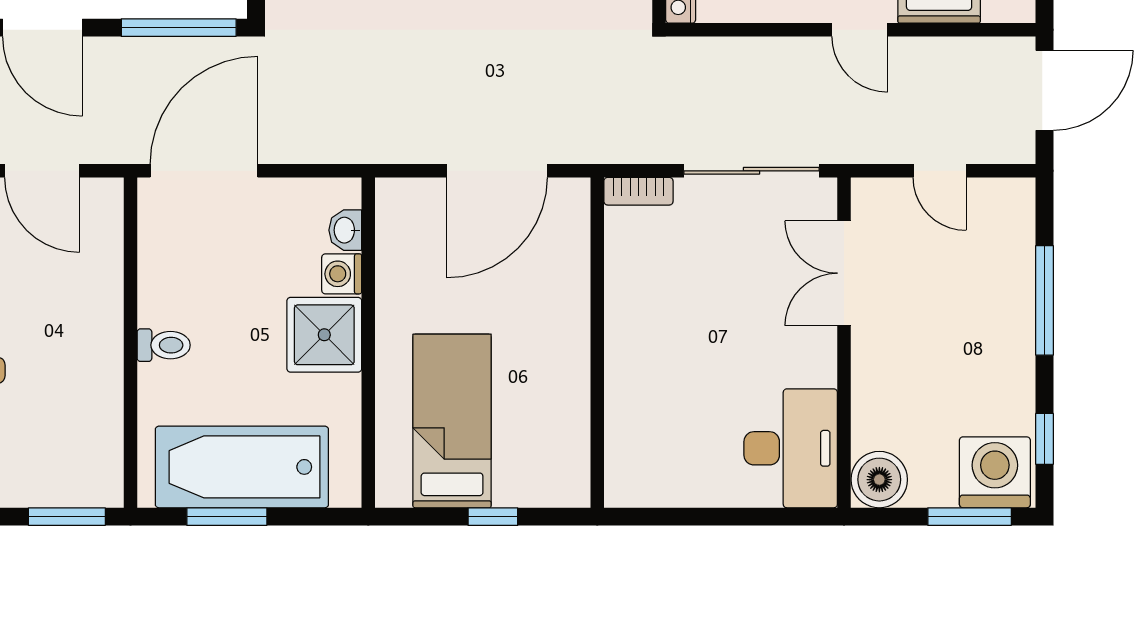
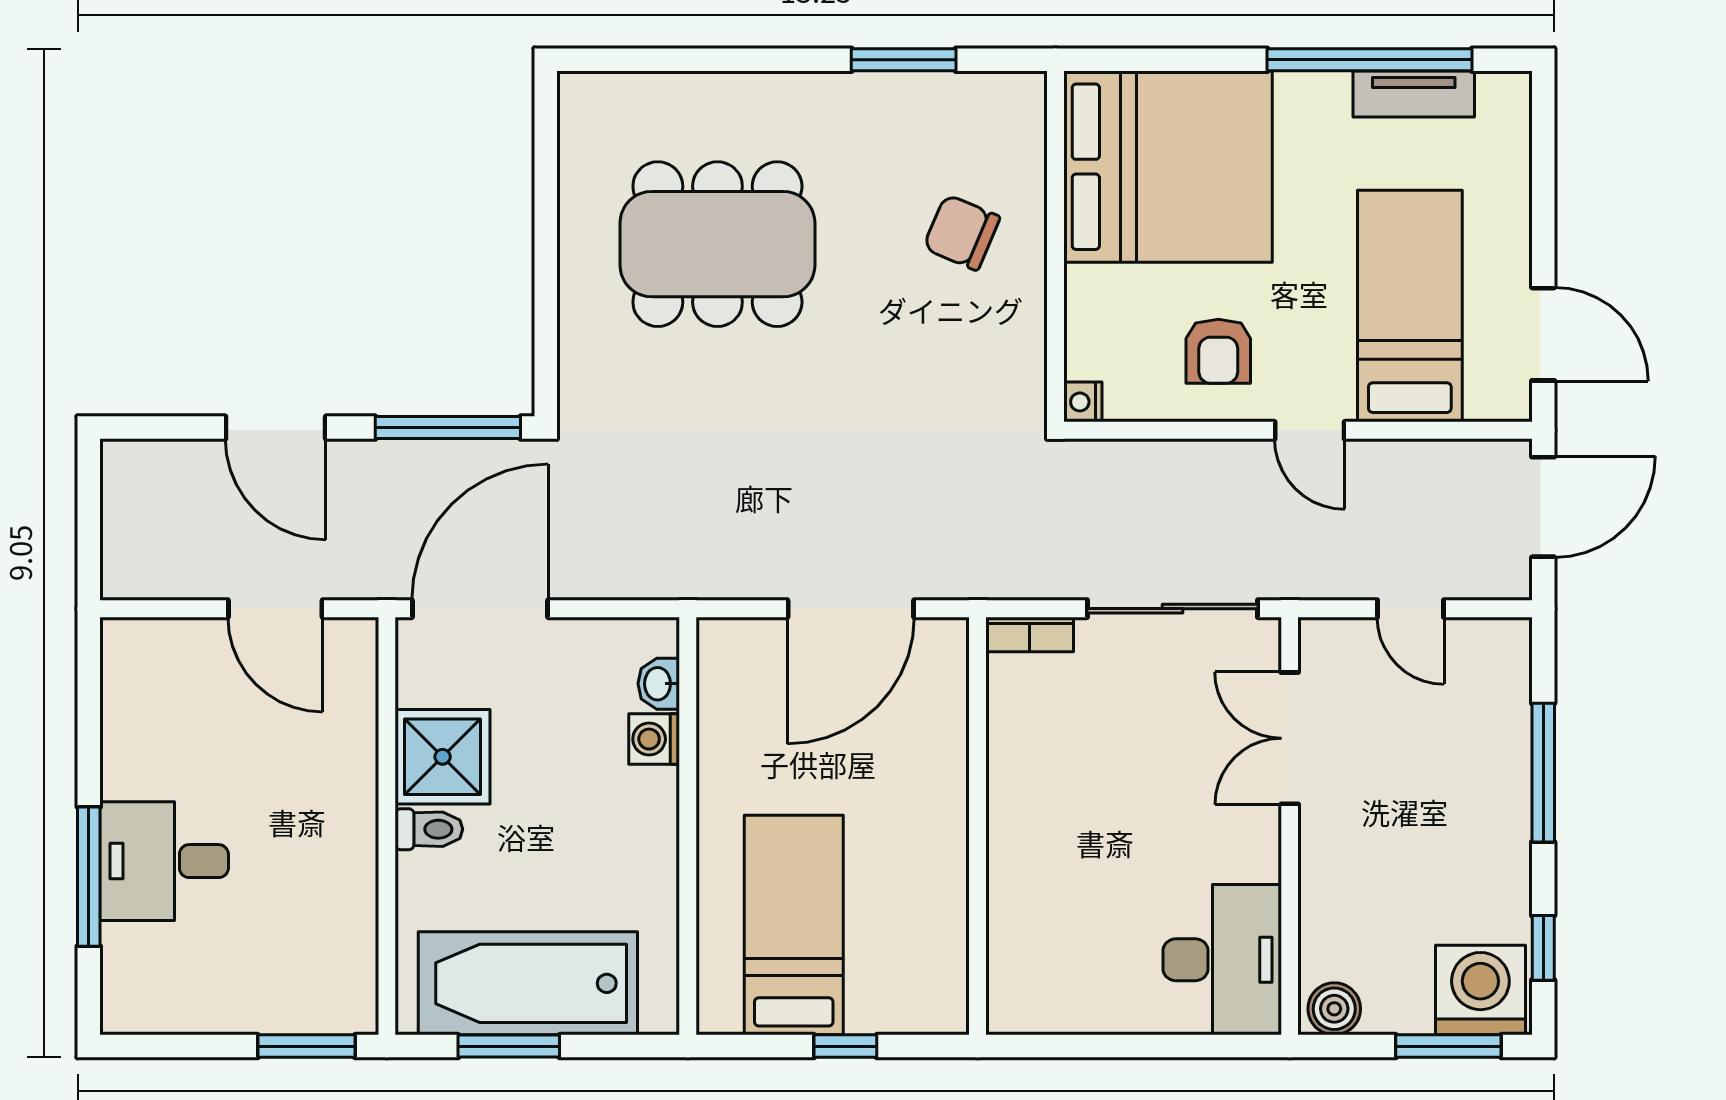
shower: (324, 335) -> (443, 757), moved
boiler: (879, 480) -> (1334, 1009), width x0.73, depth x0.73

